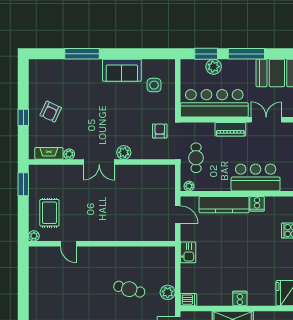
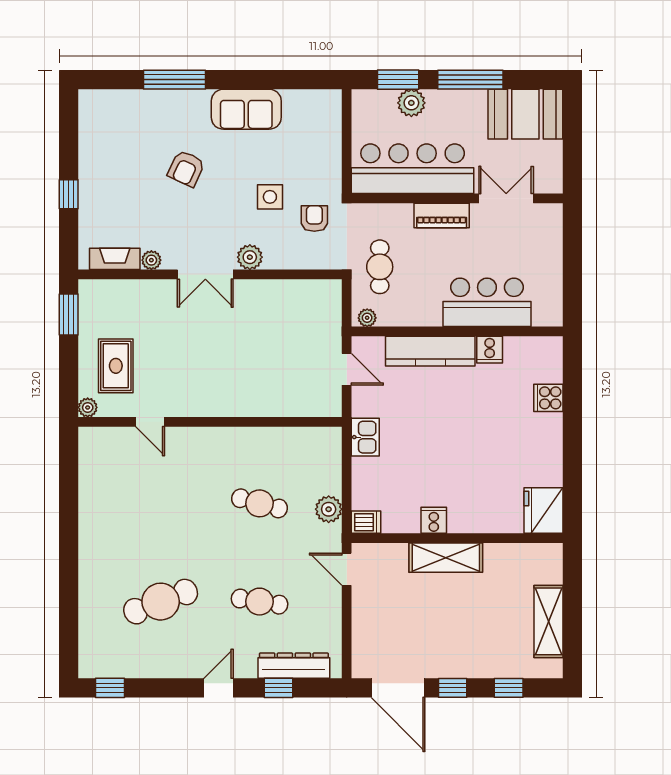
side table: (154, 85) -> (270, 197), moved
armchair: (51, 112) -> (186, 169), moved
cooker: (240, 299) -> (434, 520), moved

